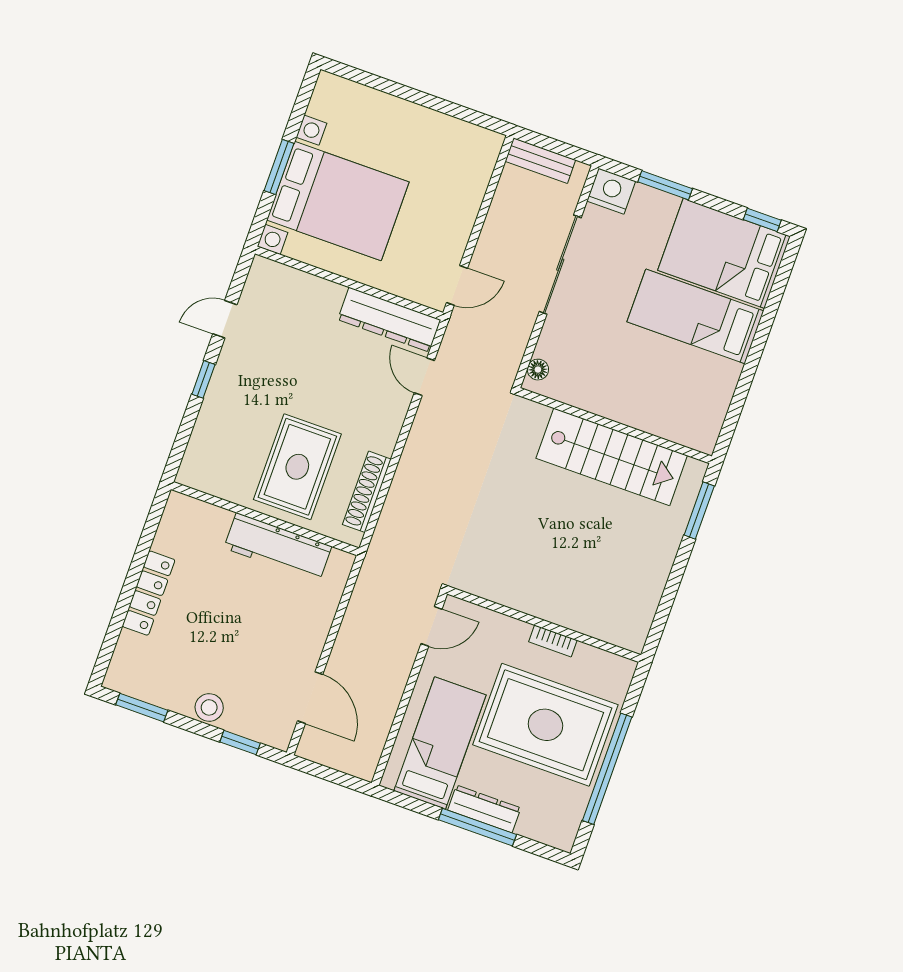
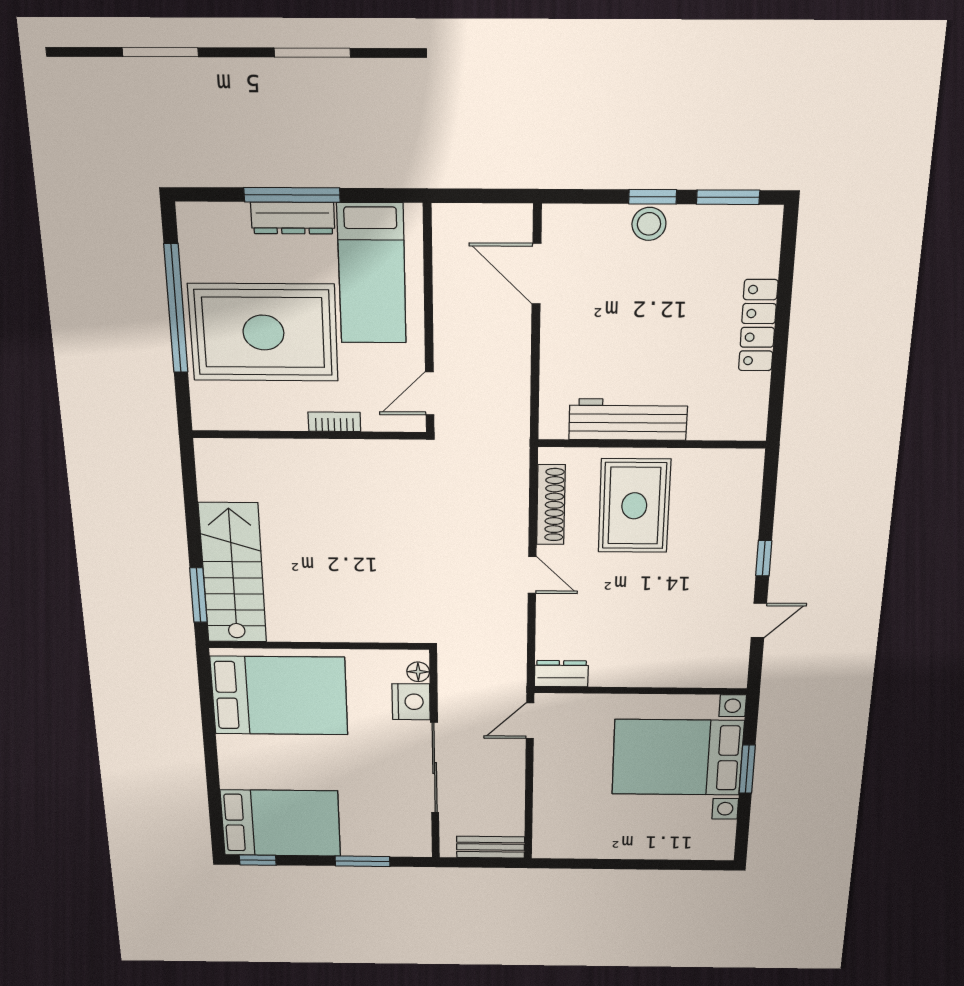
nightstand: (611, 191) -> (411, 702), moved, turned -90
bed: (695, 316) -> (279, 696), moved, width x1.50
dresser: (389, 320) -> (561, 674), width x0.51, depth x0.80
door: (424, 377) -> (532, 575), moved
stairs: (612, 457) -> (233, 573), moved, turned 90
bookcase: (553, 641) -> (334, 422), moved
window: (240, 743) -> (653, 197), moved

